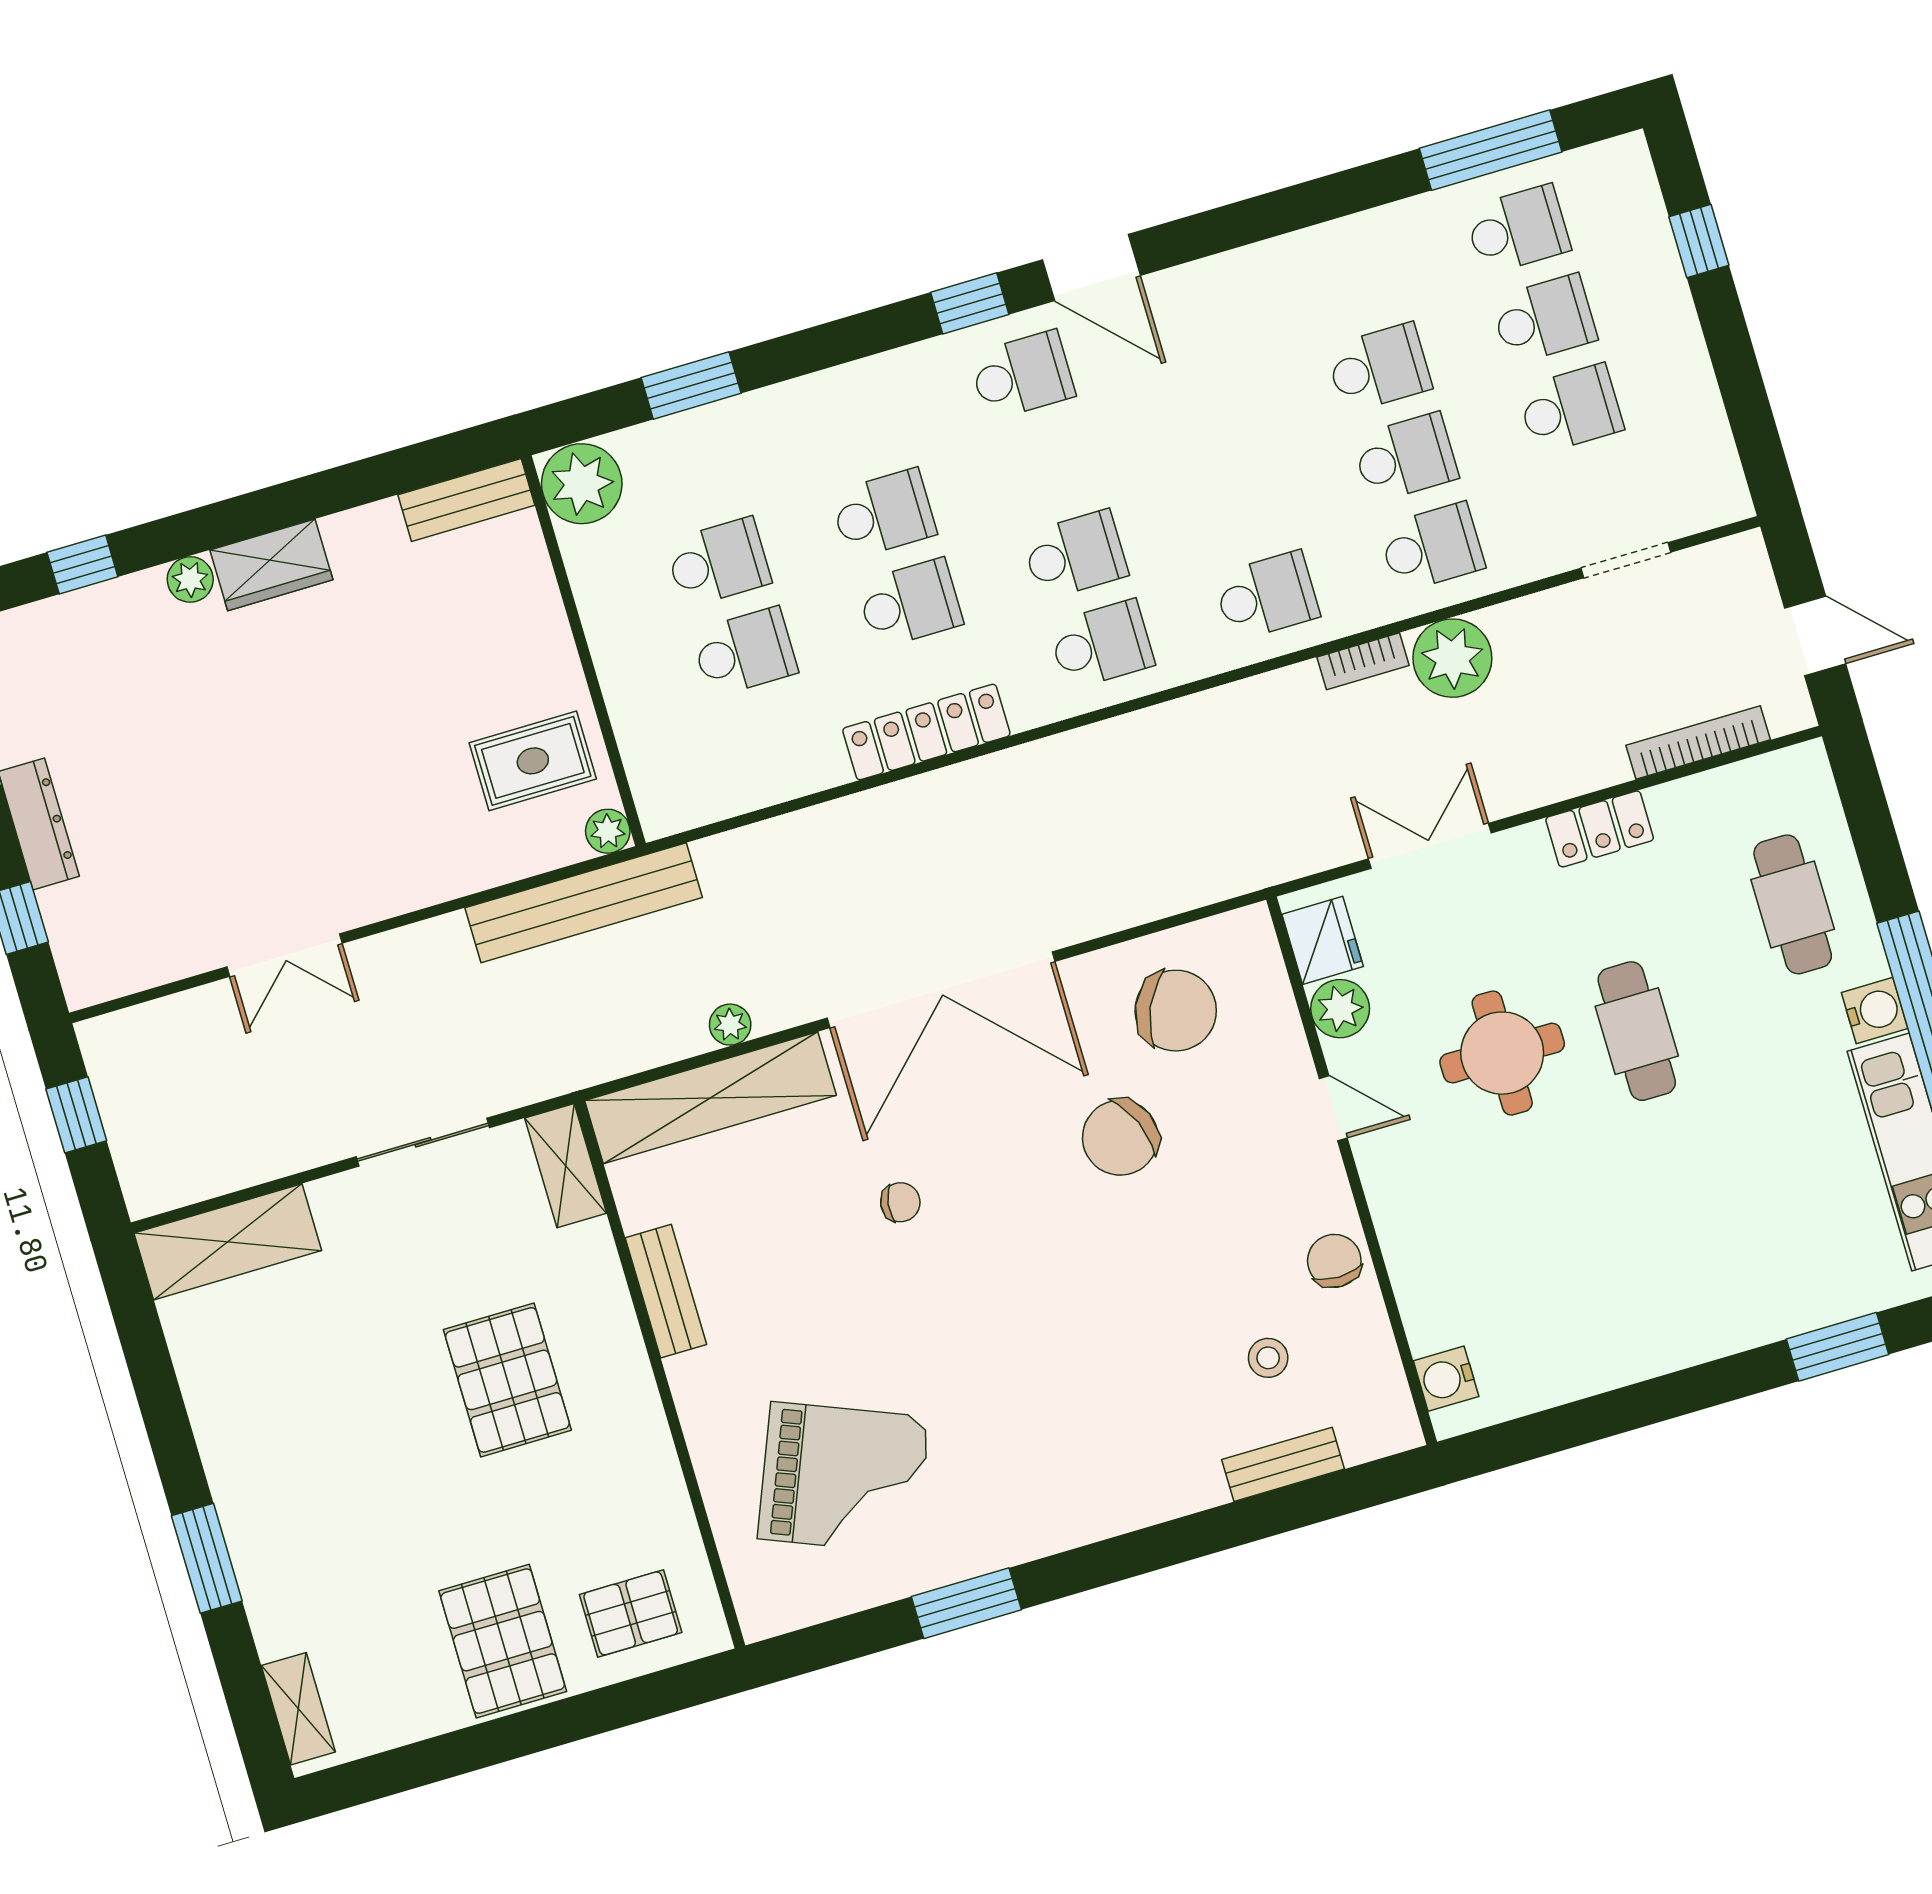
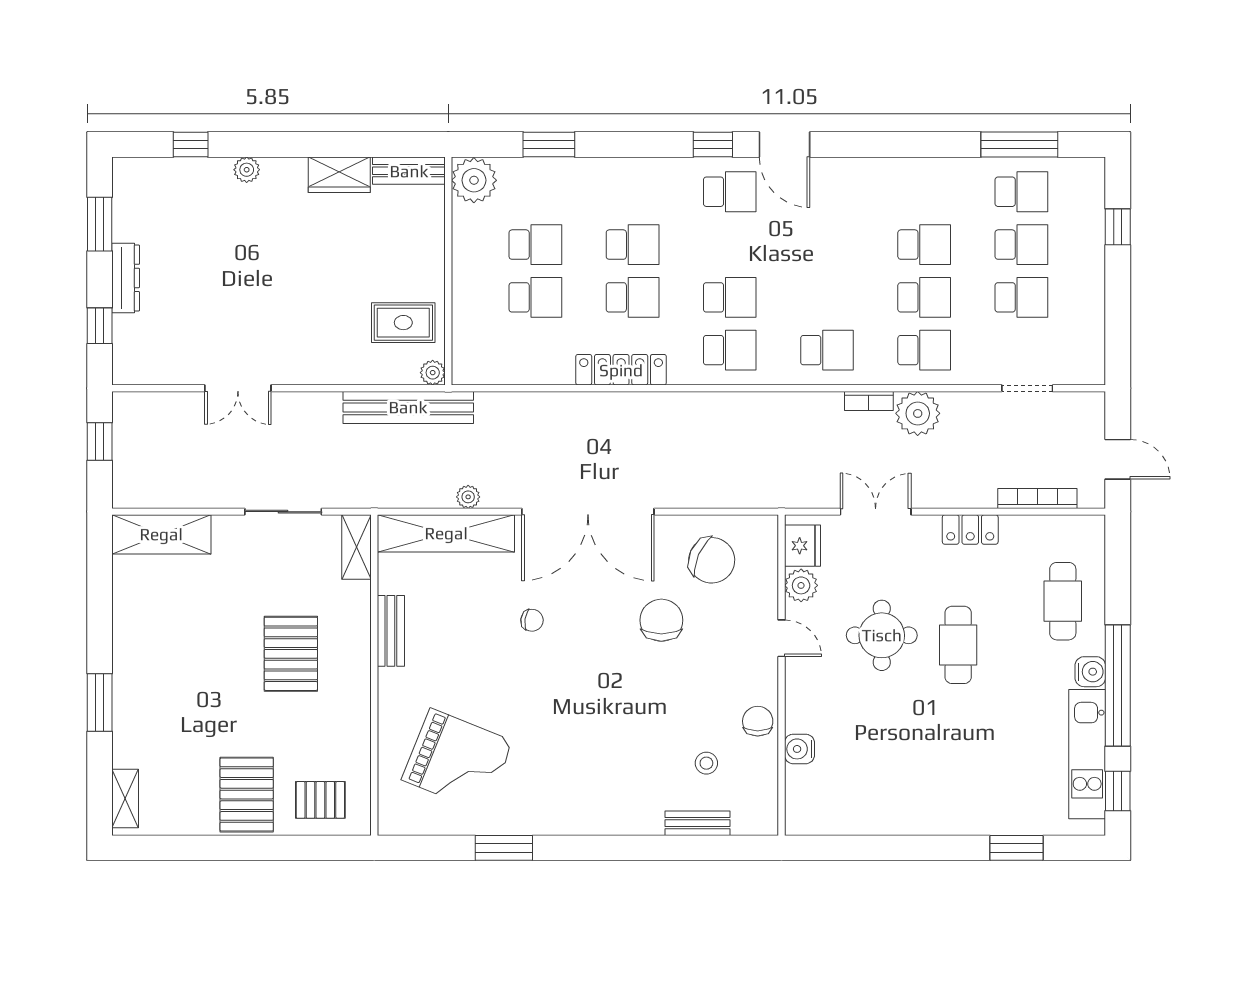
wardrobe: (271, 565) -> (339, 175), moved
chair: (1120, 1138) -> (661, 620), turned 113
water cooler: (1446, 1379) -> (799, 749), moved

